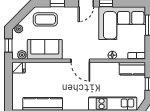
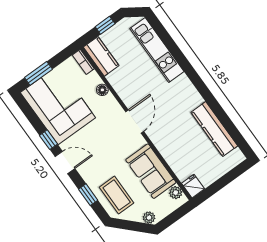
window: (8, 46) -> (176, 215), removed

